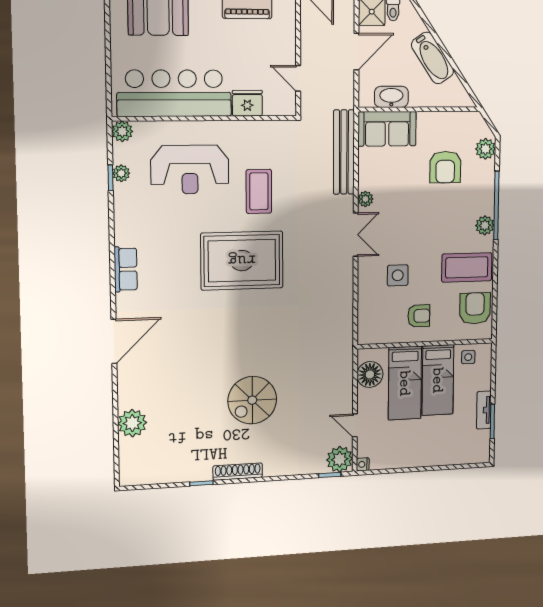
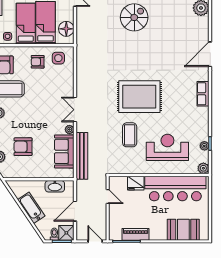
sofa: (387, 129) -> (64, 151), moved, turned -90
armchair: (445, 167) -> (23, 147), turned -90
side table: (398, 275) -> (58, 58), moved

